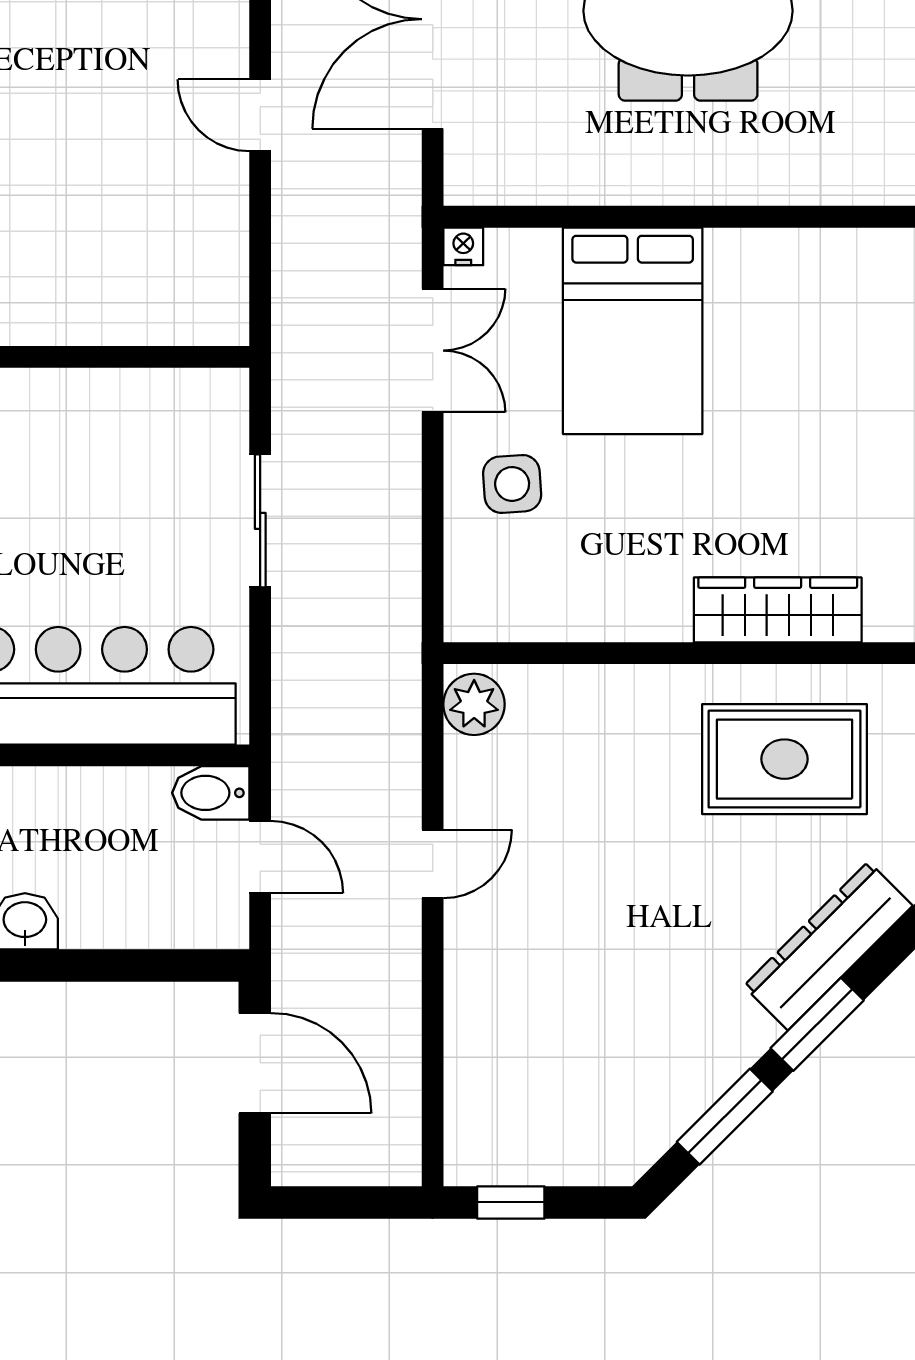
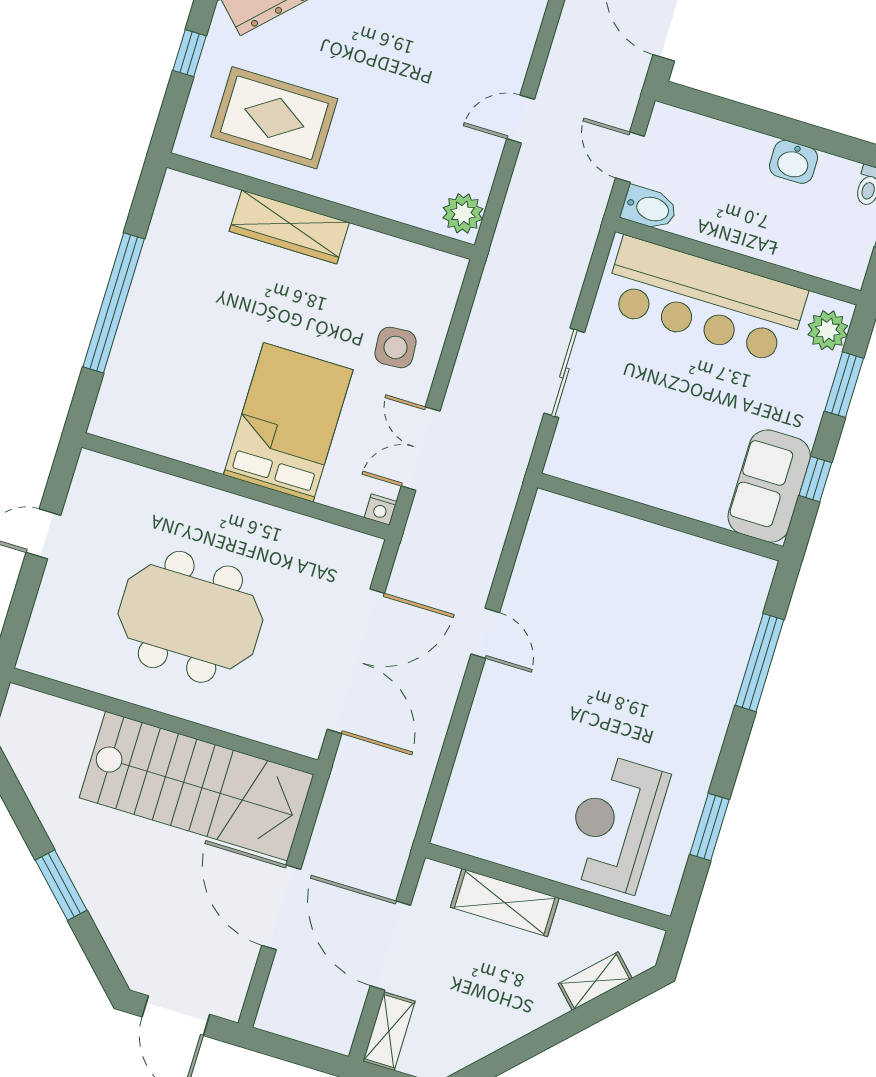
wardrobe: (778, 610) -> (289, 227), moved

